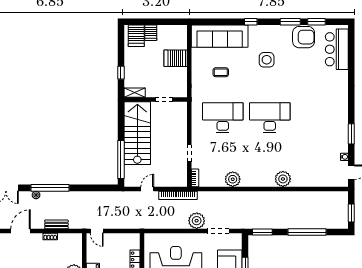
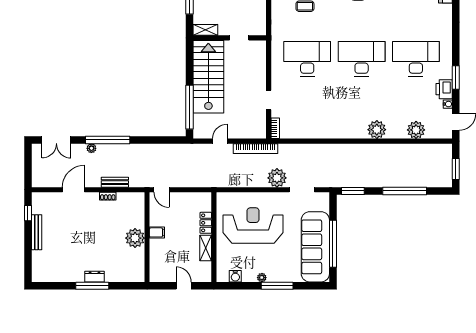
desk: (317, 118) -> (416, 59), added
printer: (341, 144) -> (444, 89), added
plant: (233, 179) -> (416, 130), moved

